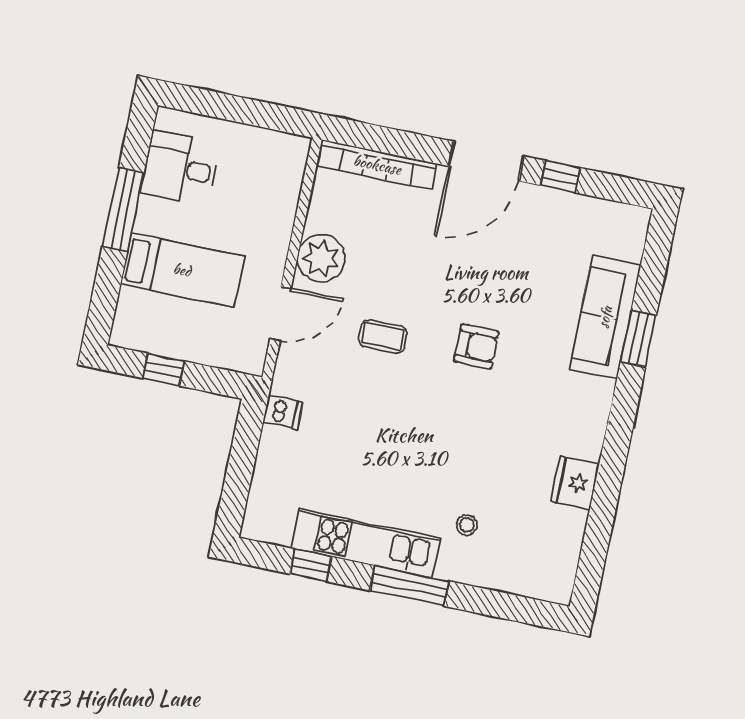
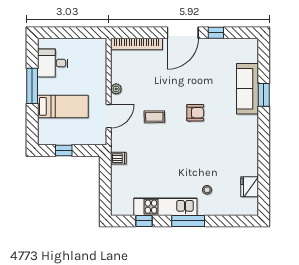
plant: (321, 258) -> (116, 89), width x0.53, depth x0.53
fridge: (575, 483) -> (250, 187), moved

